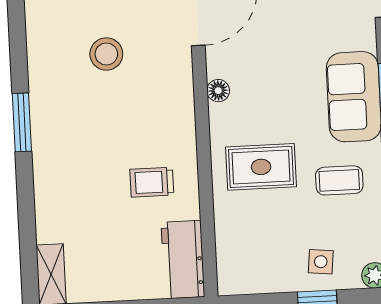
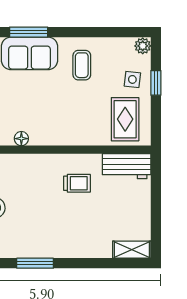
rug: (261, 167) -> (125, 119), moved
trolley: (152, 182) -> (77, 183), turned -90

